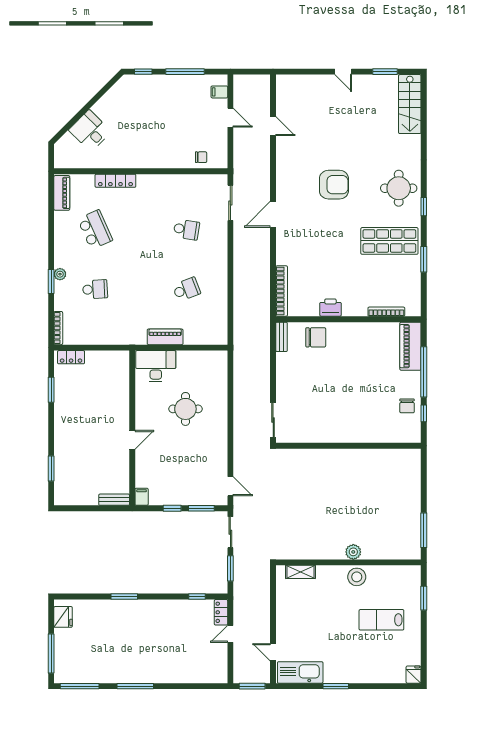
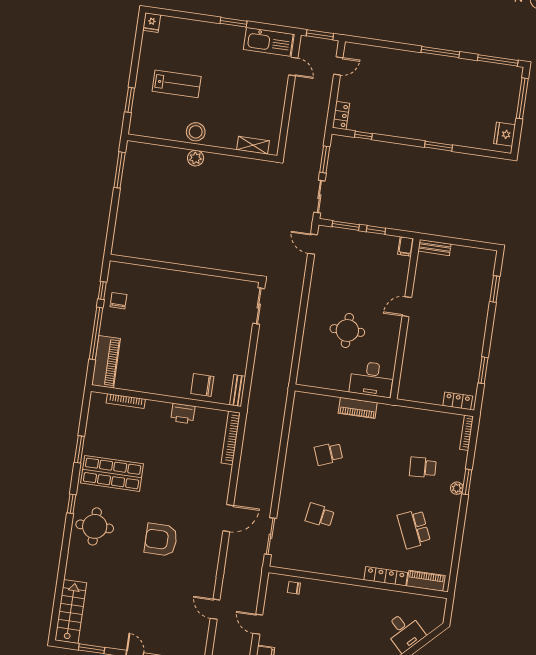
piano: (62, 193) -> (426, 581), moved, turned 90
door: (230, 634) -> (338, 66), moved

